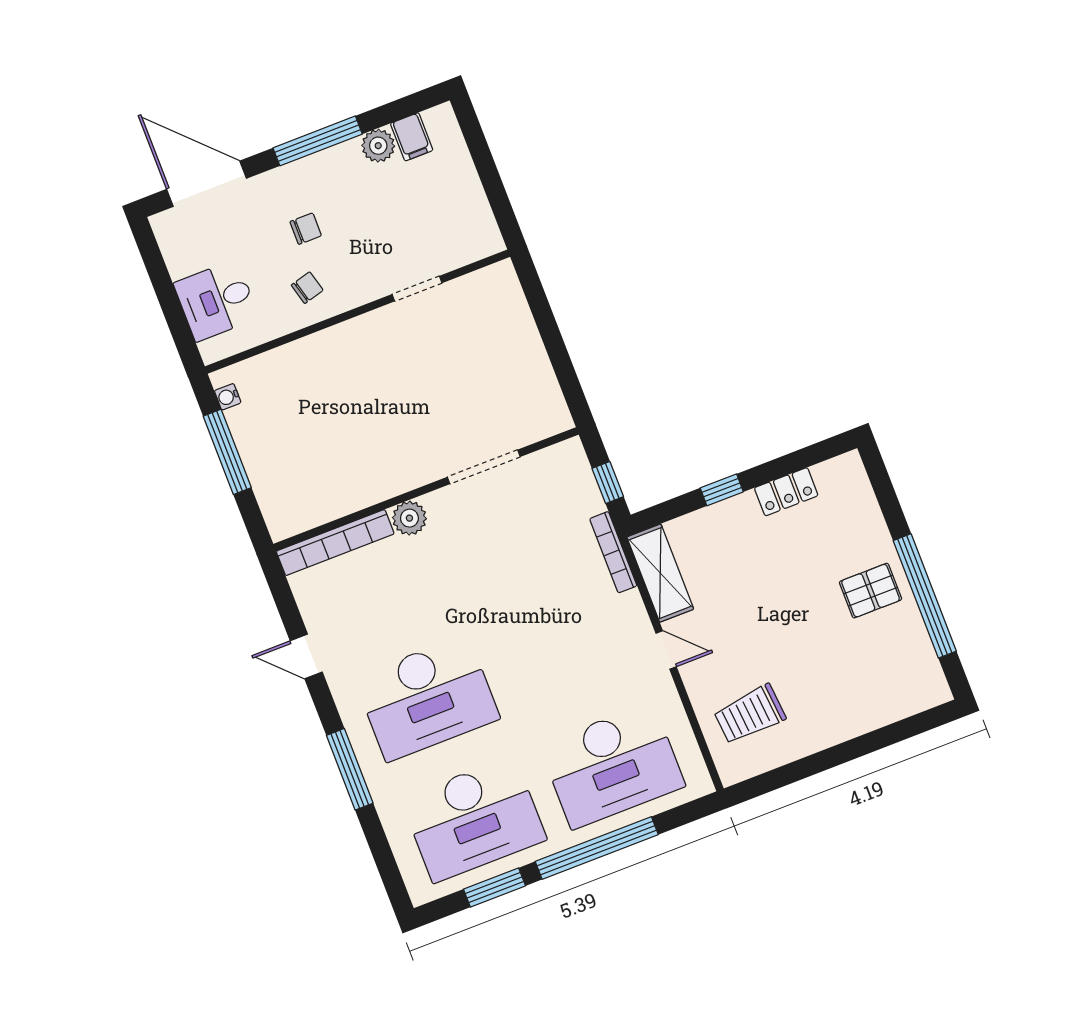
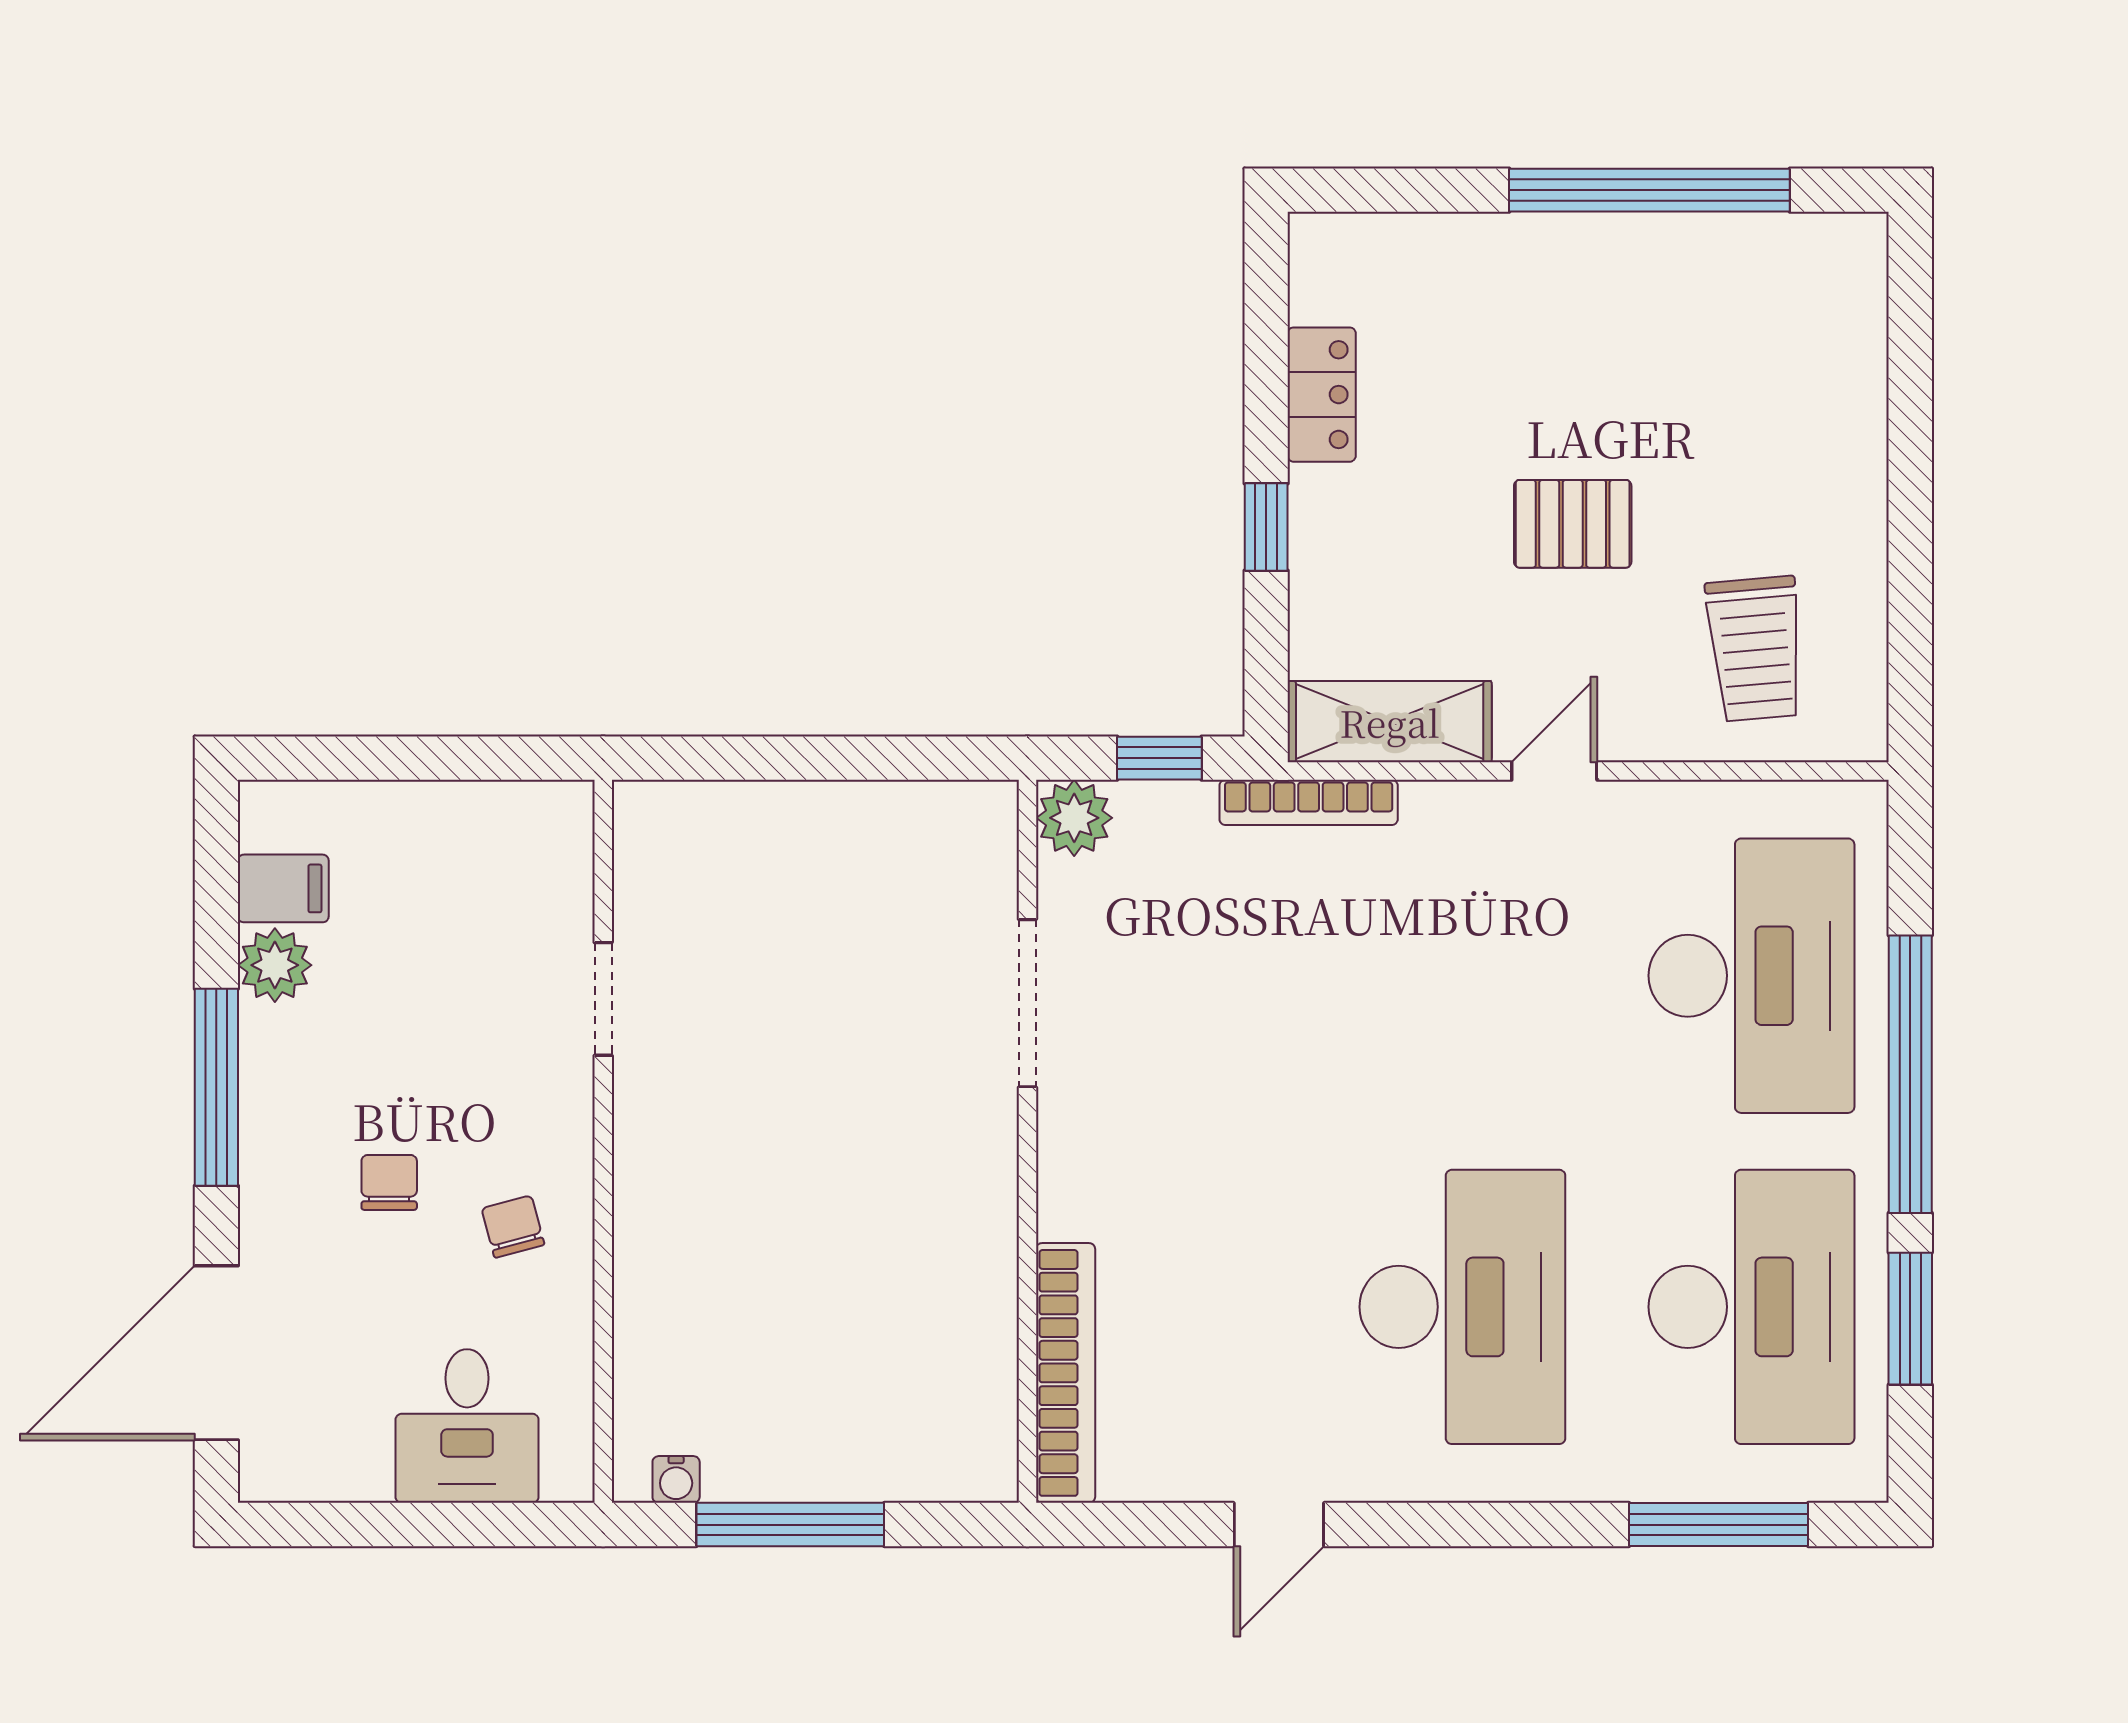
plant: (409, 518) -> (1074, 818), moved
pallet: (871, 591) -> (1573, 524), moved, turned 90
window: (350, 769) -> (1719, 1525), moved

